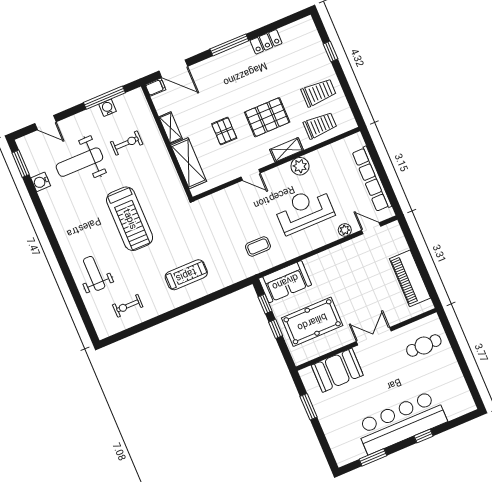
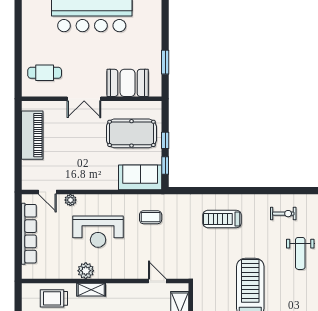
door: (251, 175) -> (157, 281), moved

